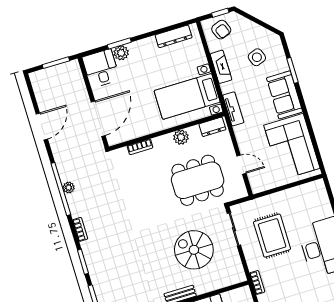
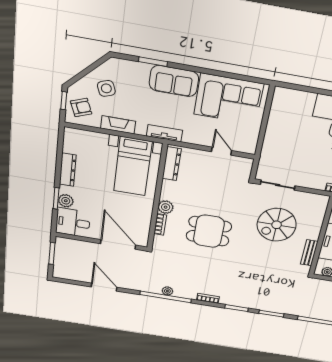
dresser: (174, 36) -> (68, 170), moved
side table: (257, 57) -> (106, 88), moved
dresser: (212, 127) -> (172, 164), width x1.44
plant: (181, 137) -> (166, 207), moved
door: (241, 165) -> (222, 151), hinge flipped
dining table: (198, 180) -> (209, 231), moved, width x0.73
rug: (272, 236) -> (303, 157), removed

